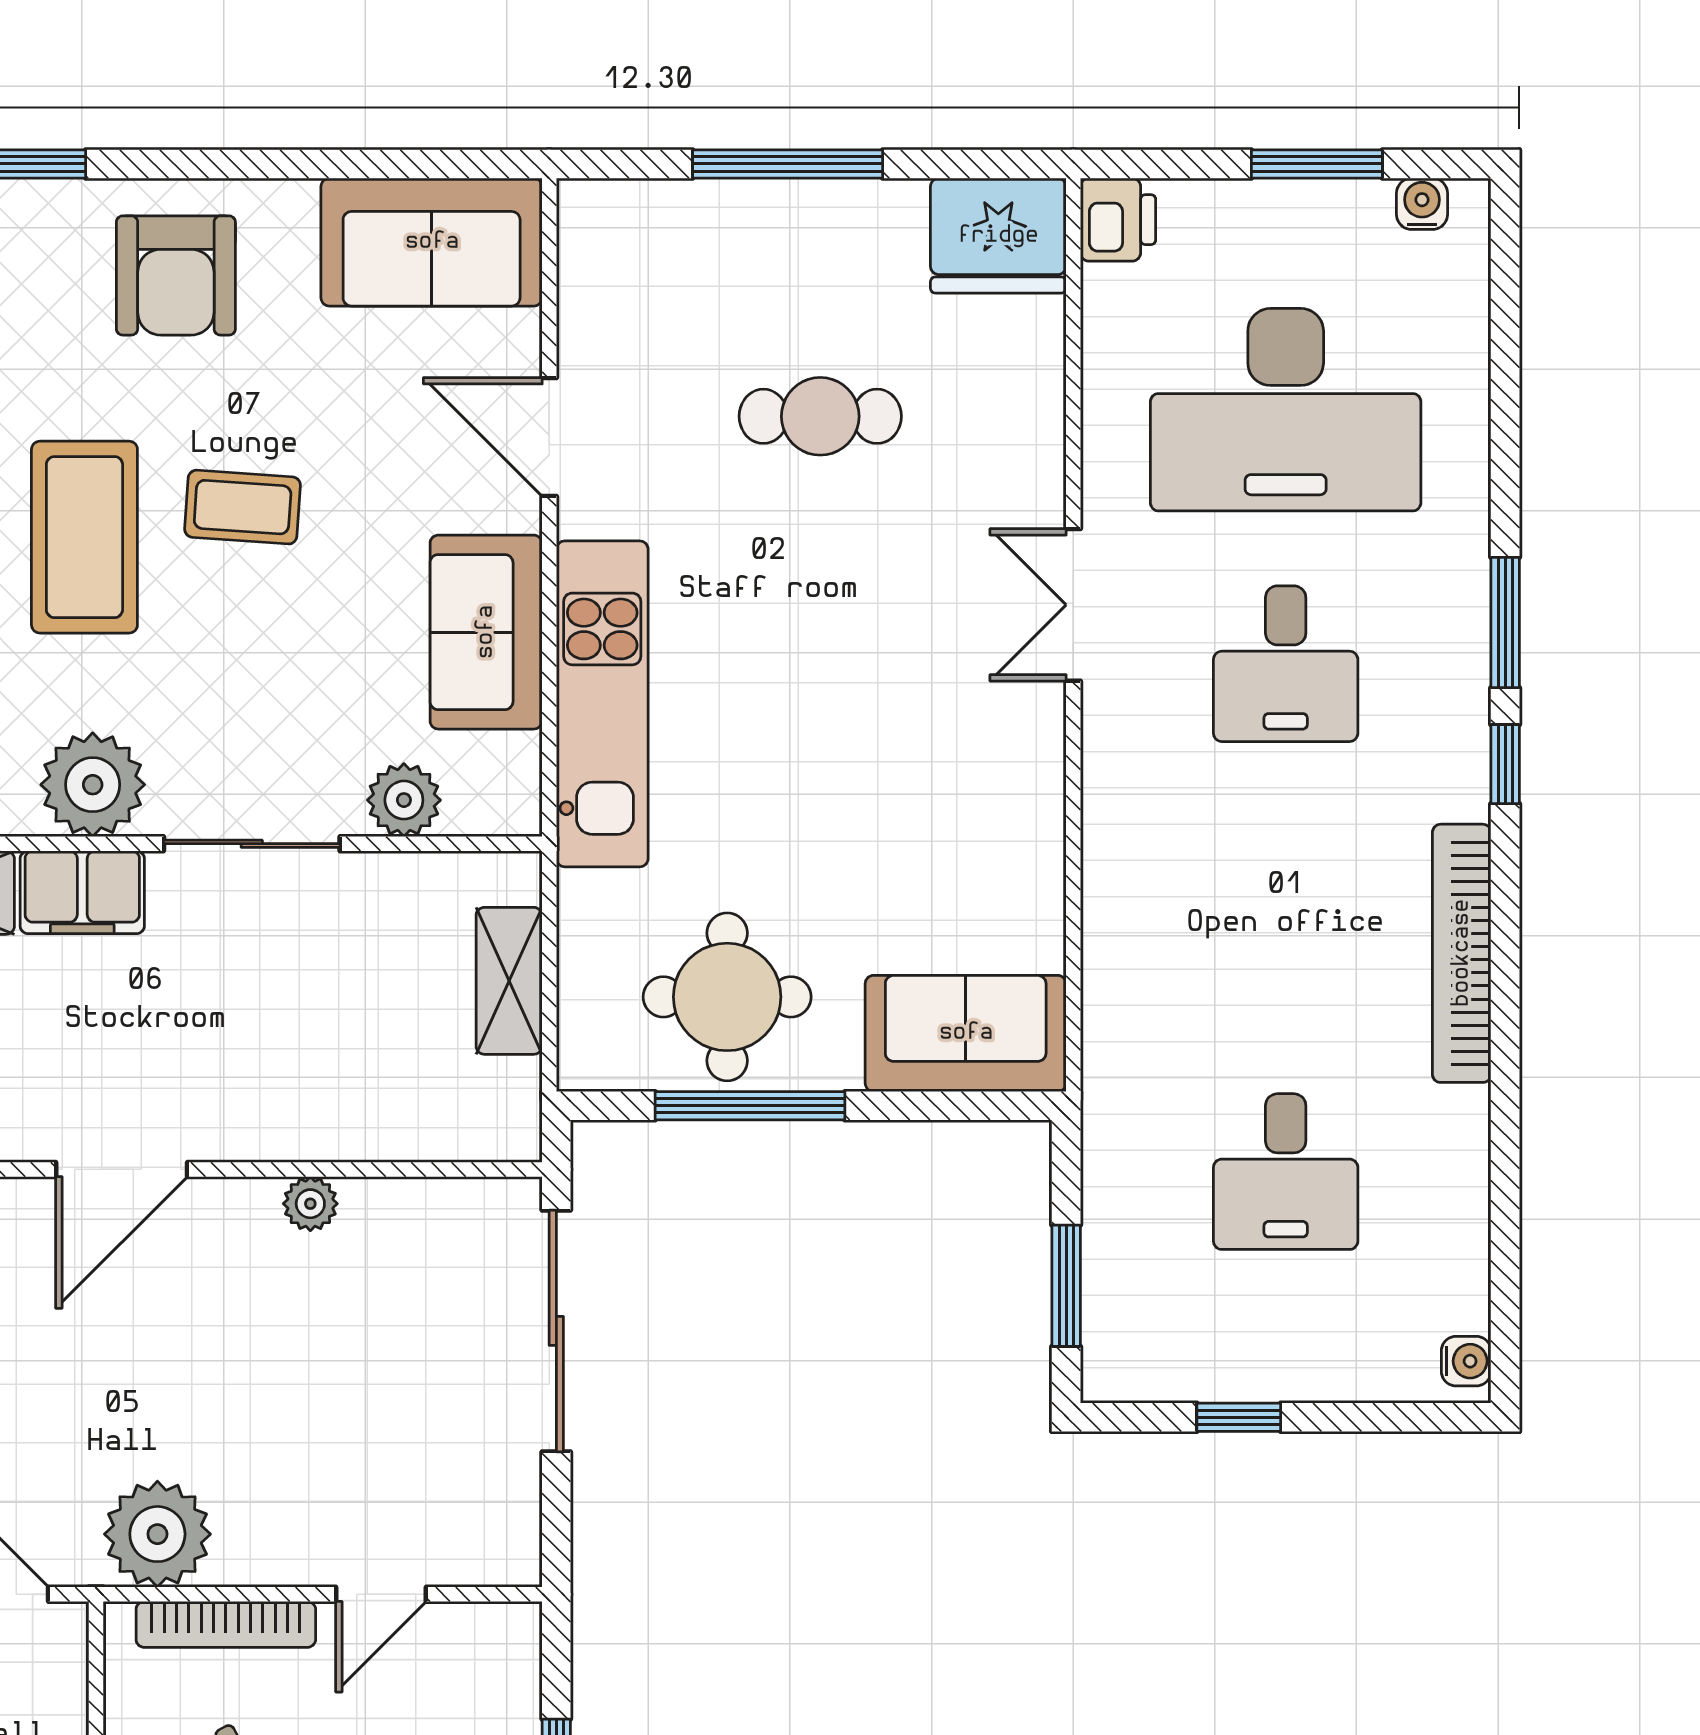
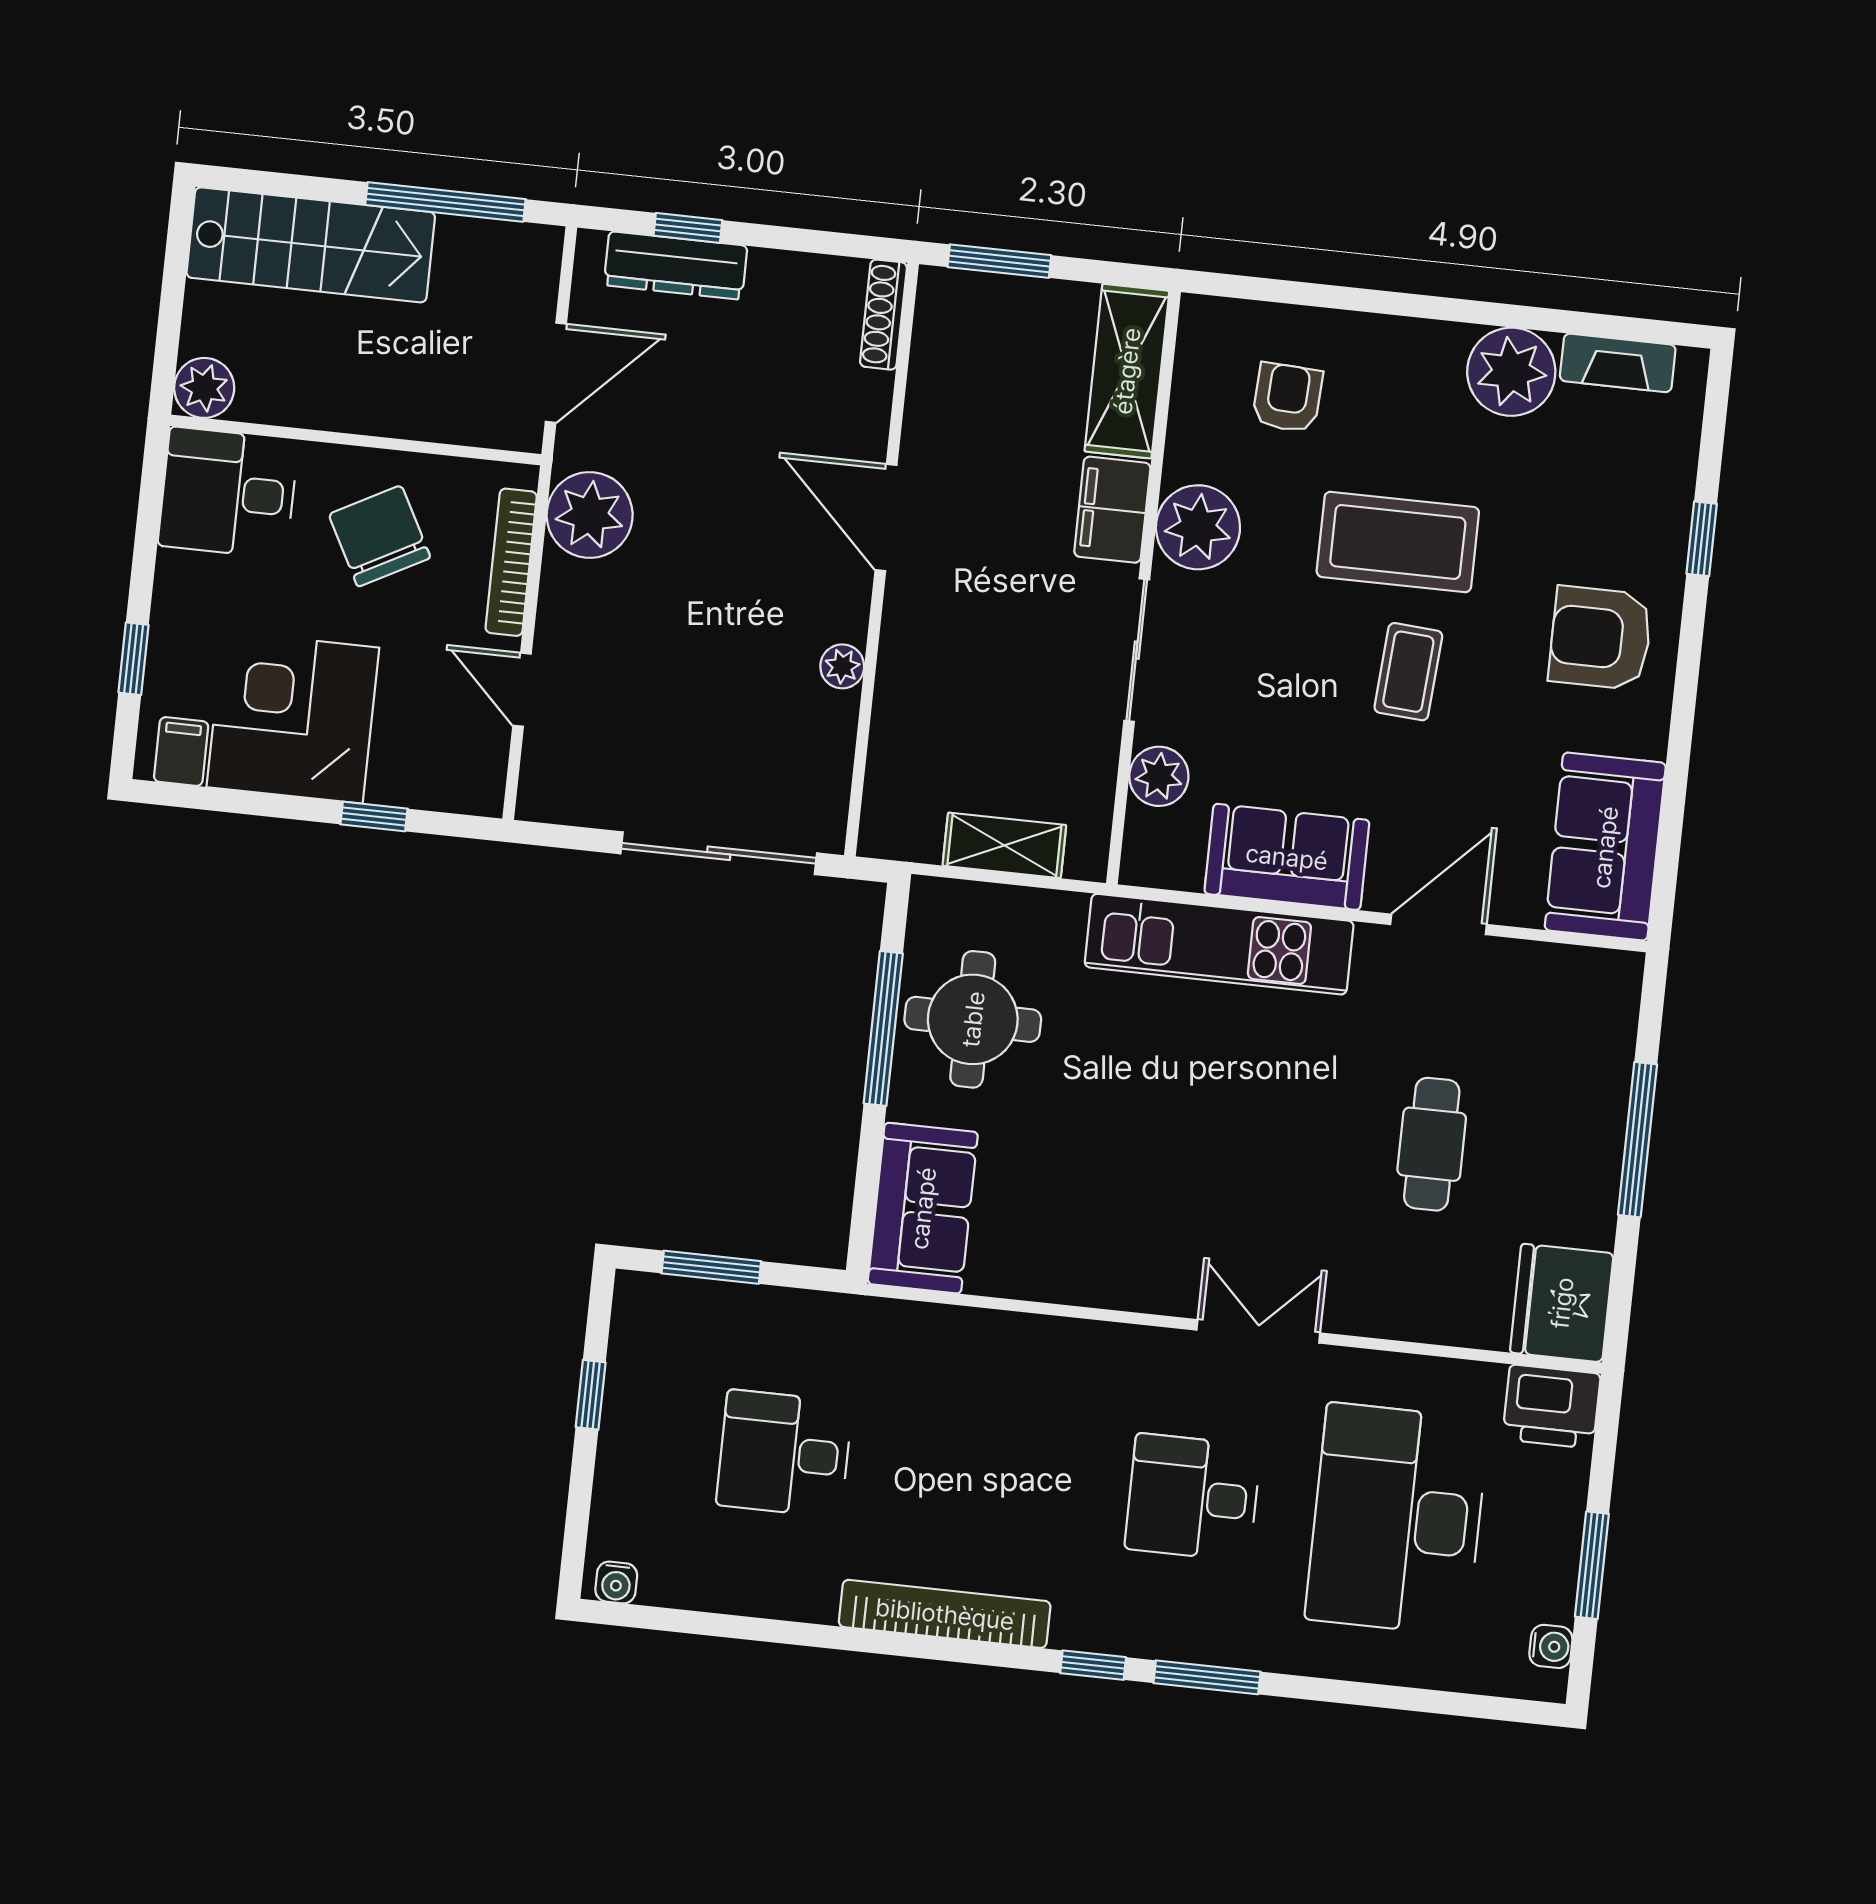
printer: (1118, 220) -> (1551, 1407), width x1.36, depth x1.24

